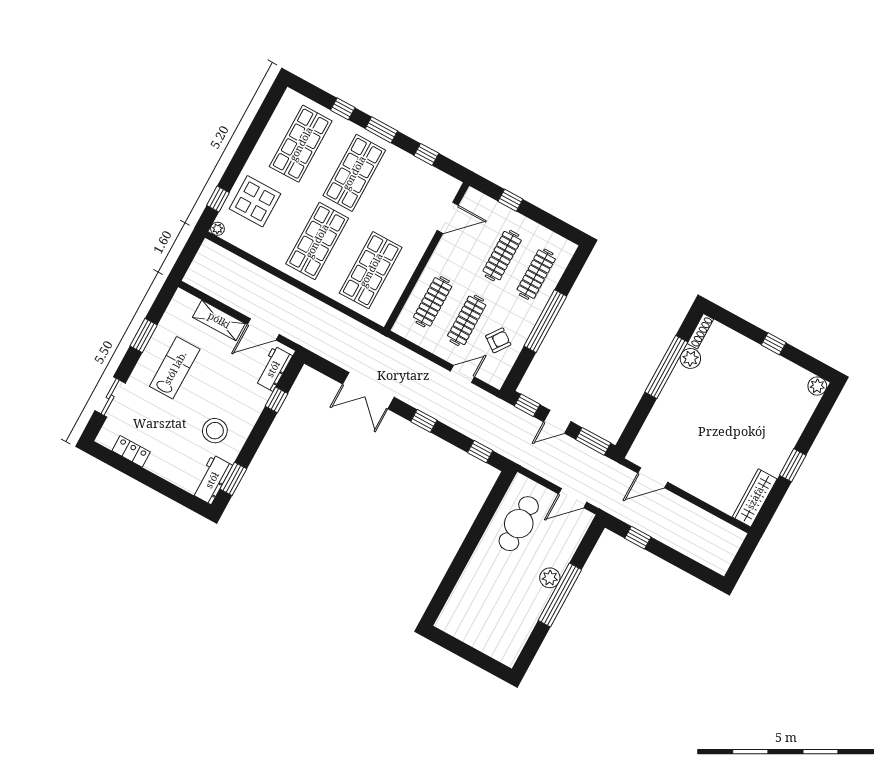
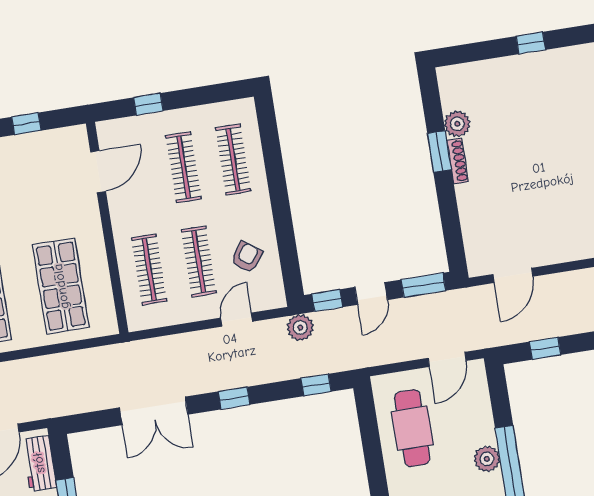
window: (545, 321) -> (280, 200), removed
shoe rack: (700, 331) -> (458, 161), moved
window: (666, 367) -> (439, 151), width x0.47
plant: (498, 409) -> (300, 327), added

